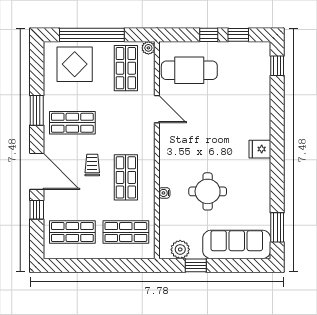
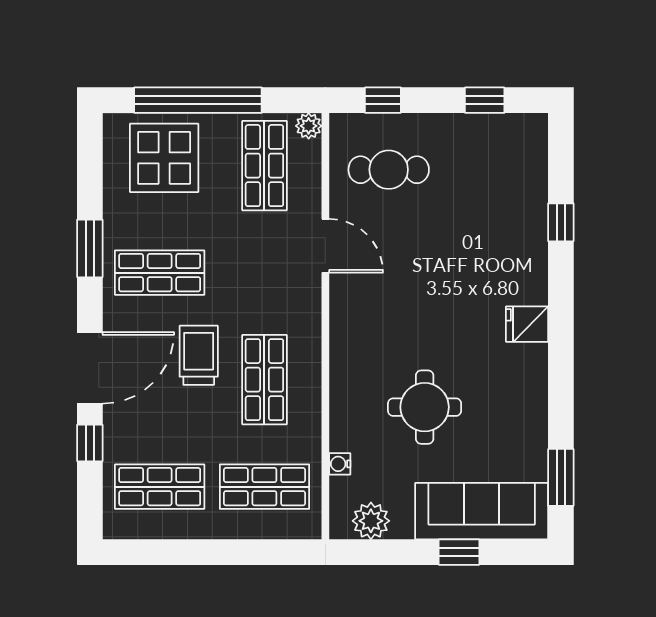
window: (209, 35) -> (383, 100), moved
window: (277, 66) -> (561, 222), moved
cafe table: (189, 70) -> (389, 170), width x0.73, depth x0.74
trolley: (92, 165) -> (199, 355), width x1.36, depth x1.39
door: (37, 171) -> (90, 368), hinge flipped
water cooler: (164, 193) -> (340, 464), moved
window: (196, 265) -> (459, 552), moved

